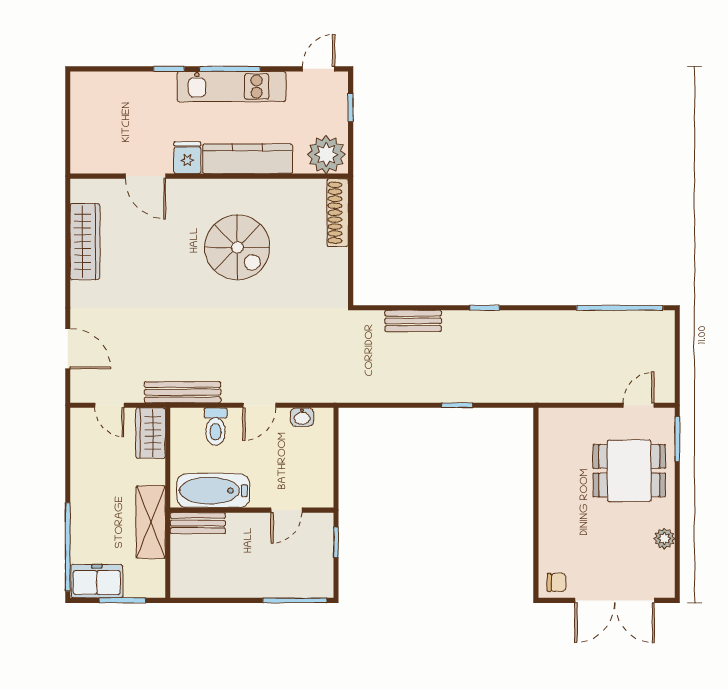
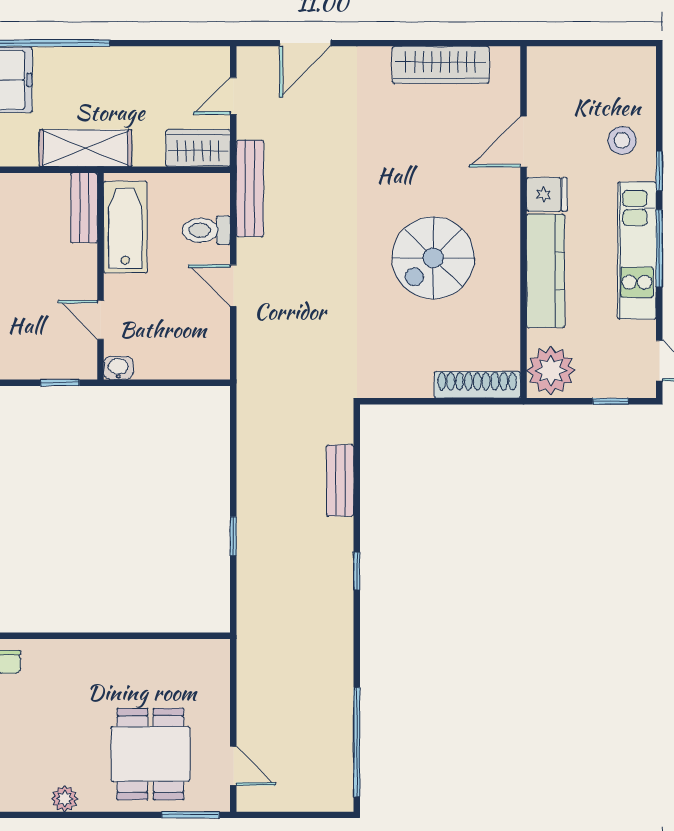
stool: (145, 98) -> (622, 140), added
washbasin: (302, 417) -> (118, 368), moved, turned 90

